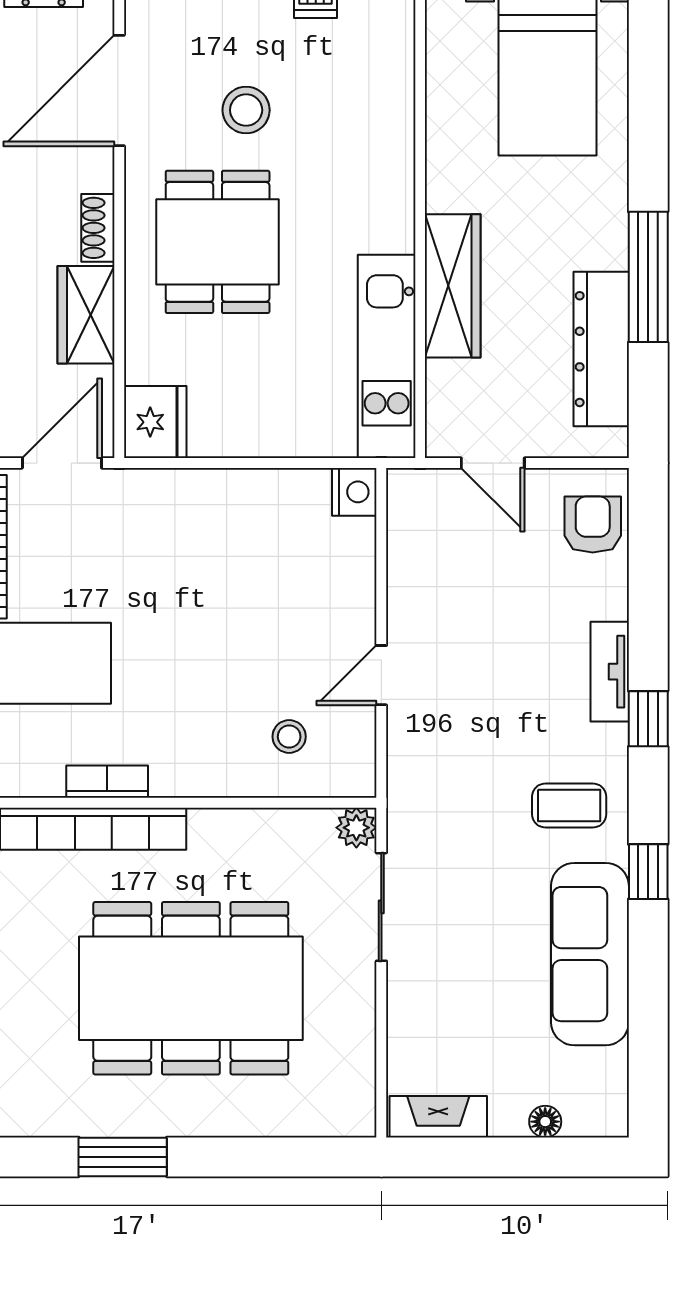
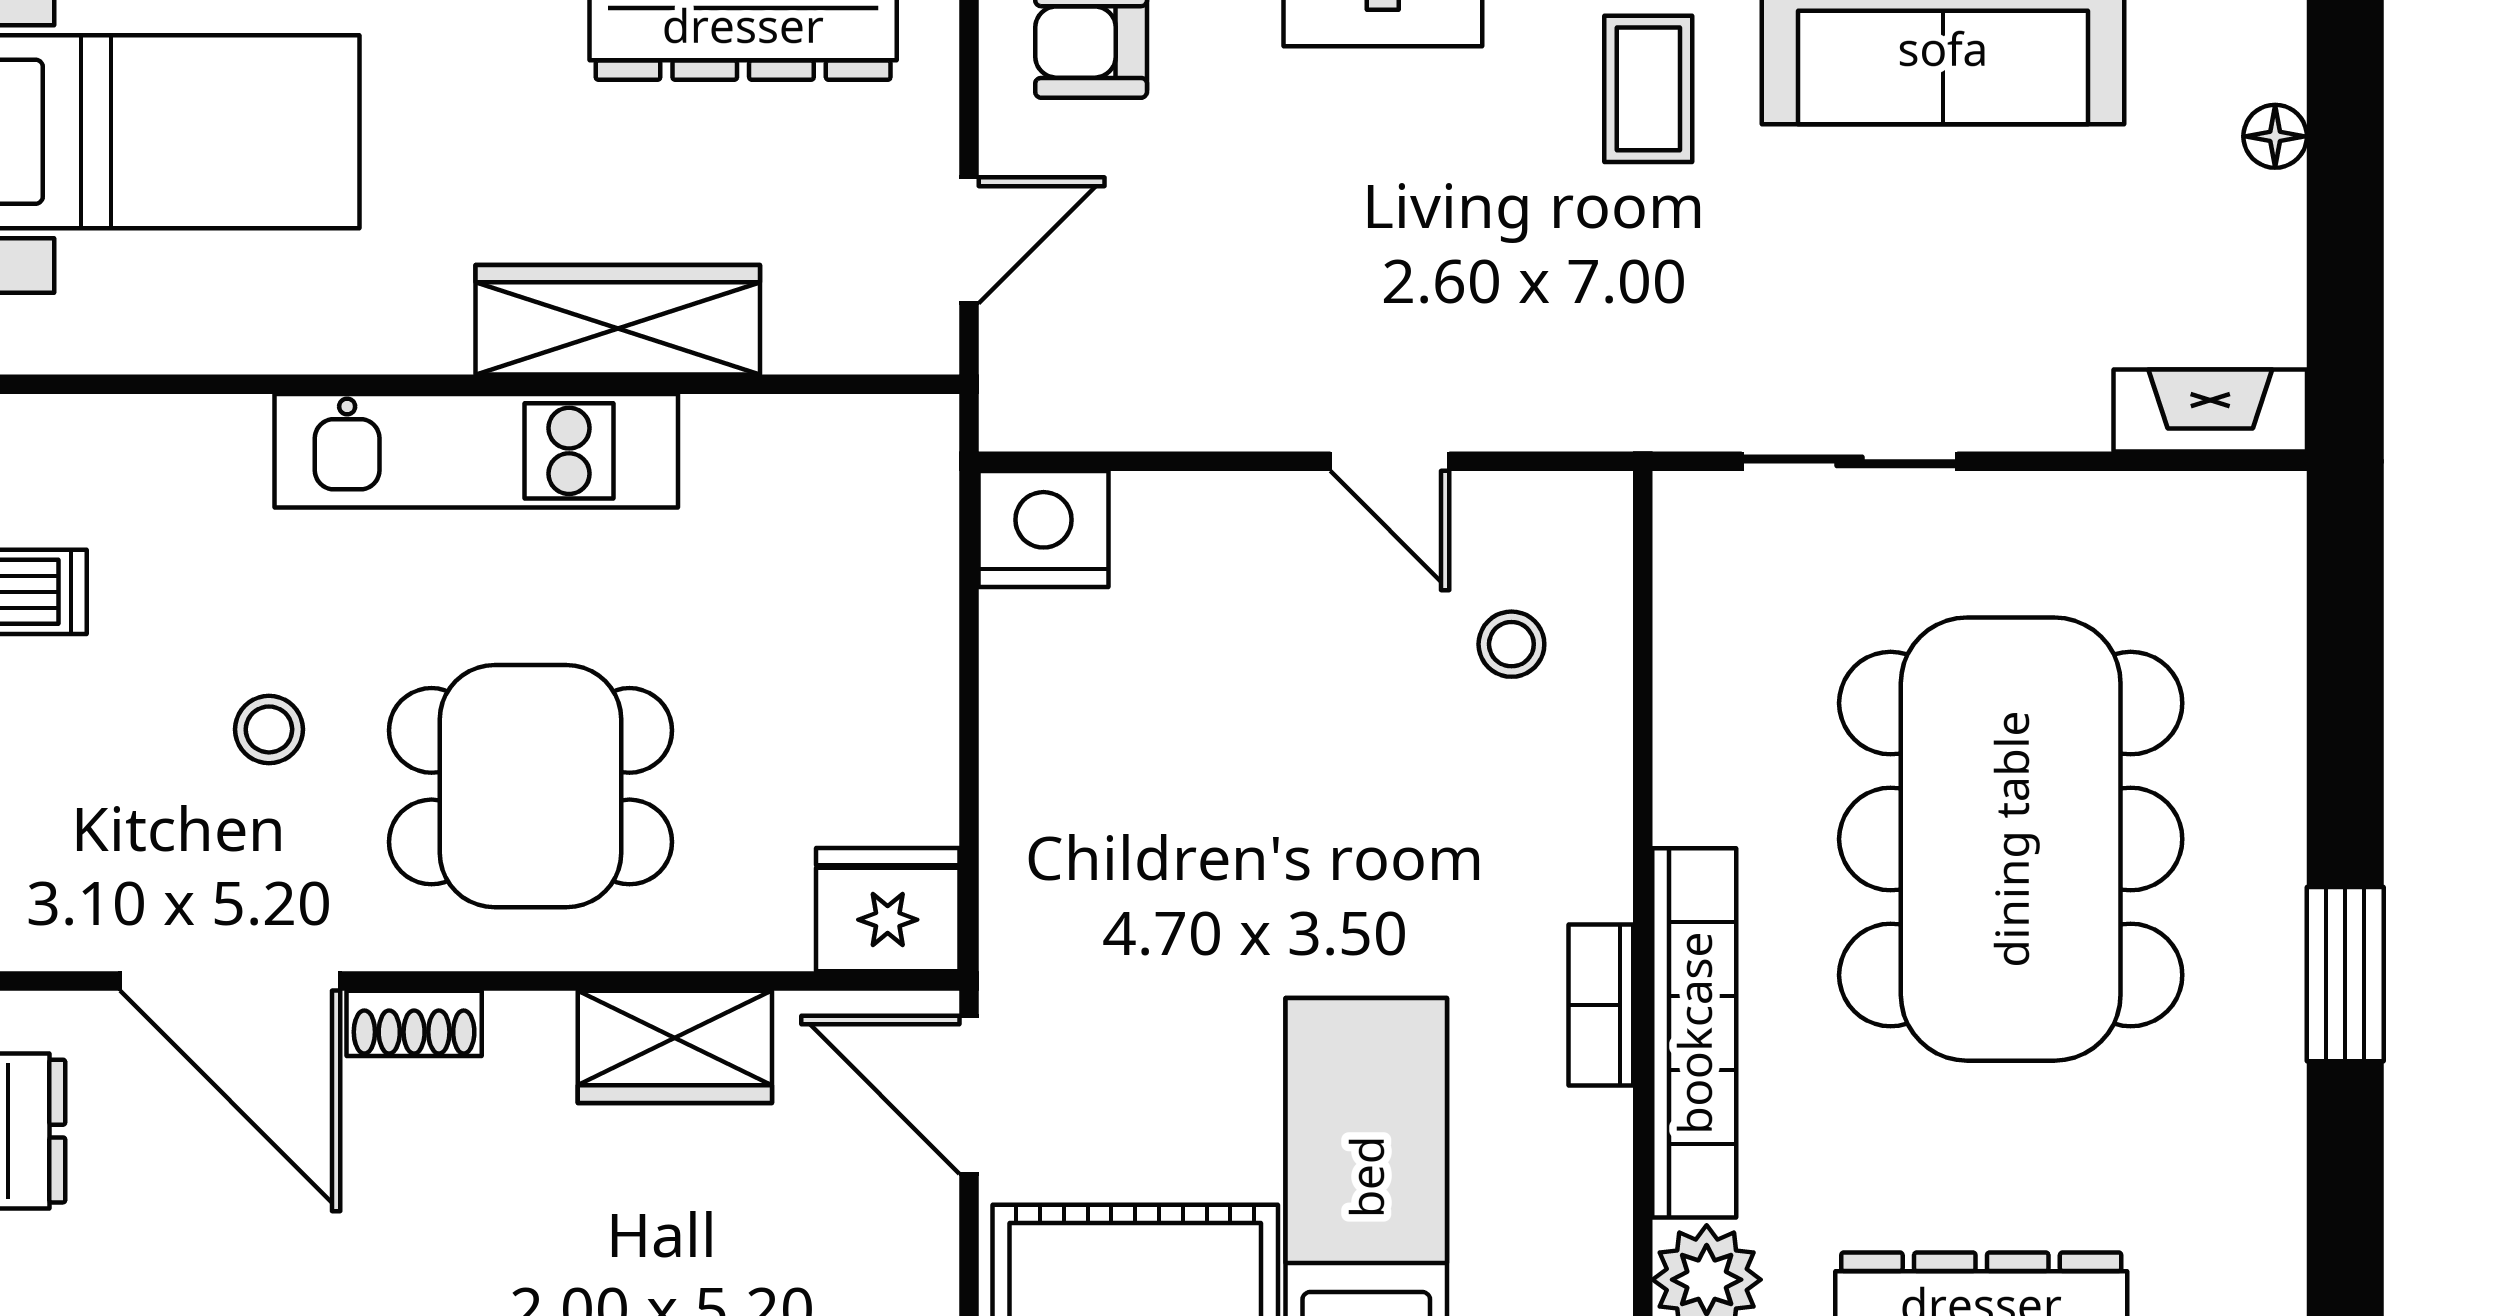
stool: (246, 110) -> (269, 729), width x0.73, depth x0.73
shoe rack: (98, 228) -> (414, 1023), moved
kitchen unit: (387, 356) -> (476, 451), moved
nightstand: (354, 492) -> (1043, 529), width x1.36, depth x1.33
plant: (356, 828) -> (1692, 511), removed
fireplace: (438, 1117) -> (2210, 411), moved, turned 90

